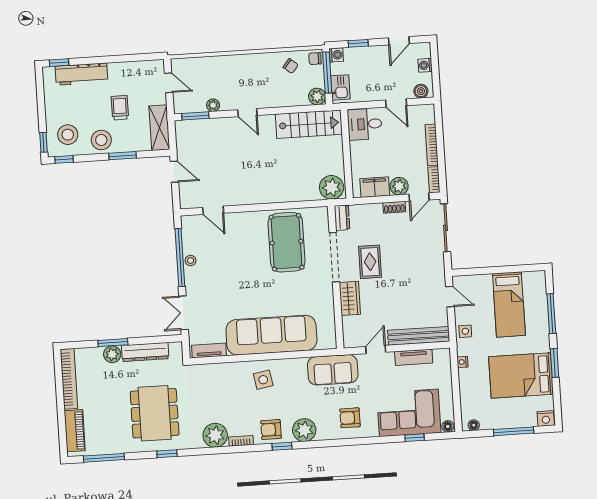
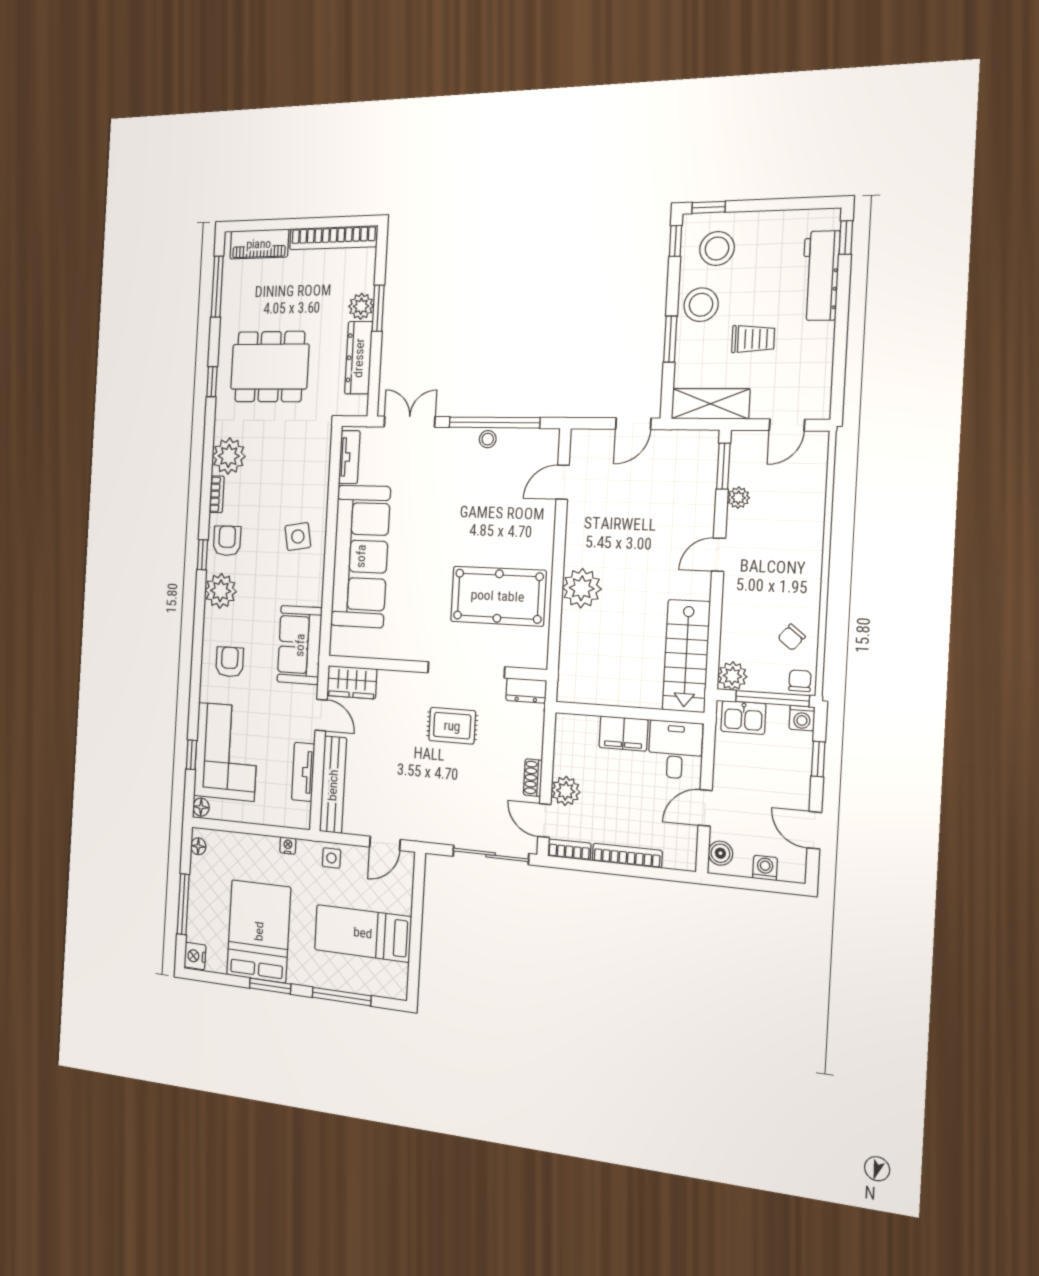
plant: (332, 187) -> (582, 588), moved
filing cabinet: (375, 187) -> (624, 733), moved, turned 90
wardrobe: (350, 298) -> (352, 682), moved

